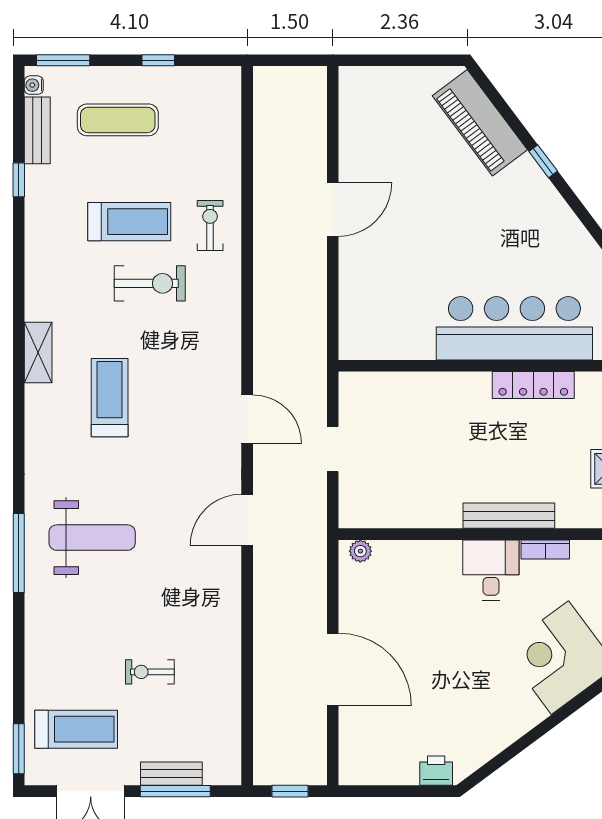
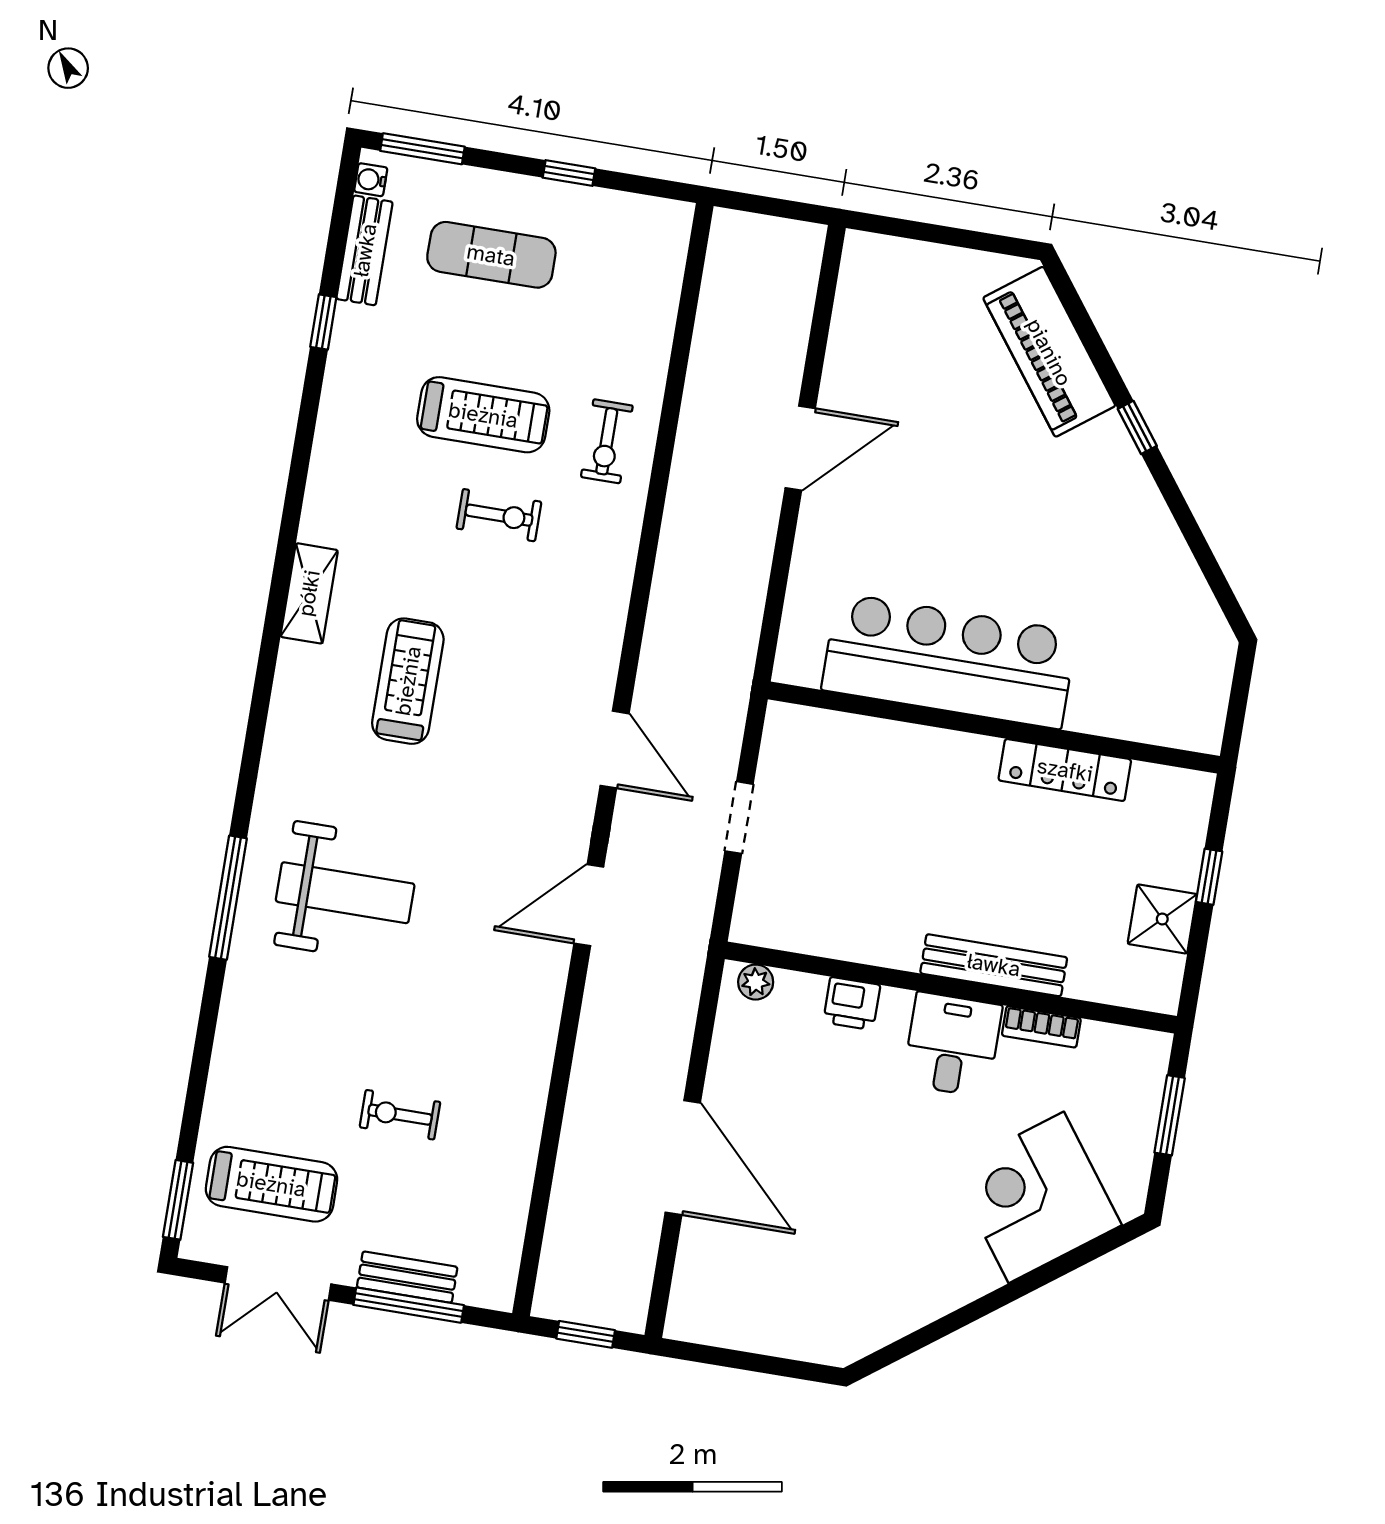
exercise bike: (210, 225) -> (607, 441), turned 180
exercise bike: (150, 283) -> (499, 515), width x0.73, depth x0.72
bar counter: (514, 328) -> (949, 661), moved
printer: (436, 771) -> (852, 1004), moved, turned 180

